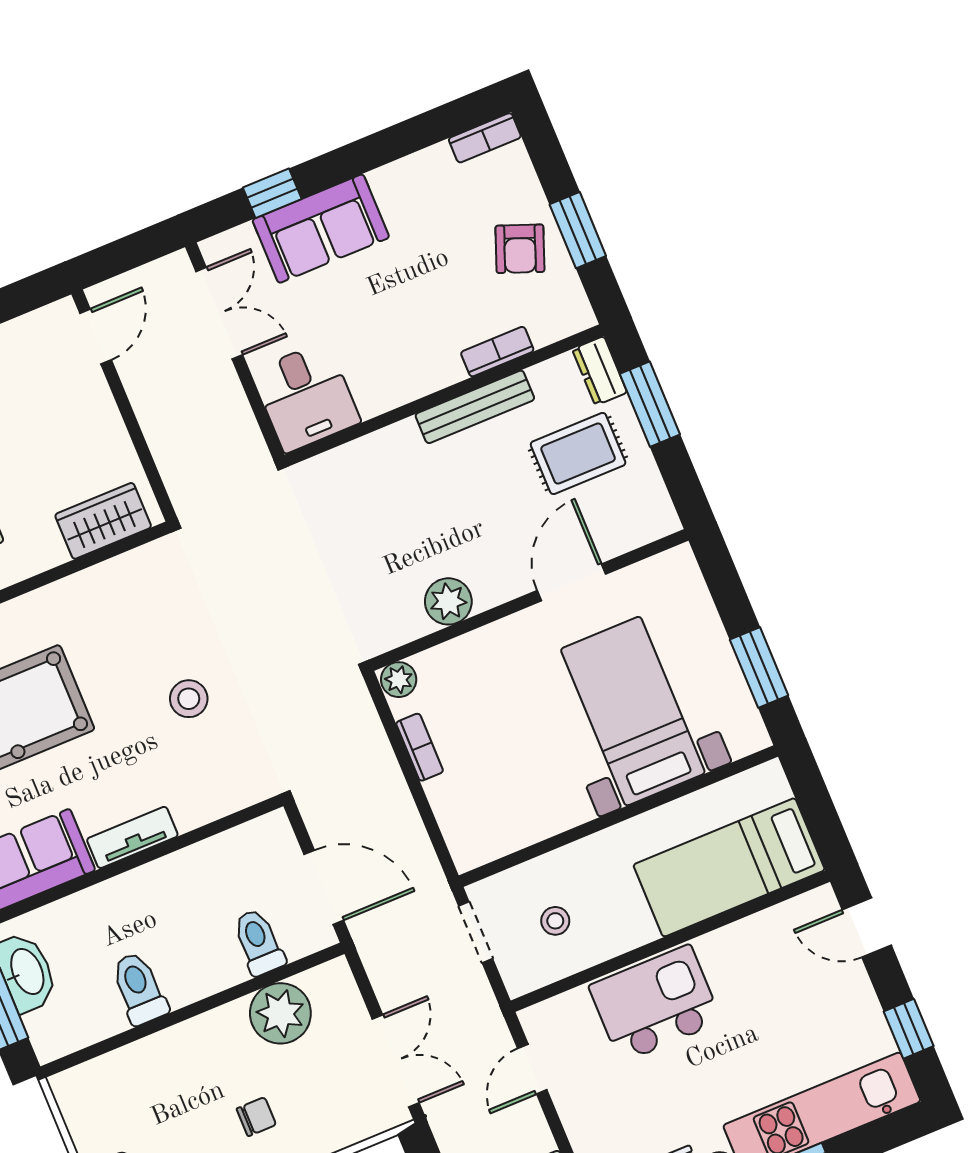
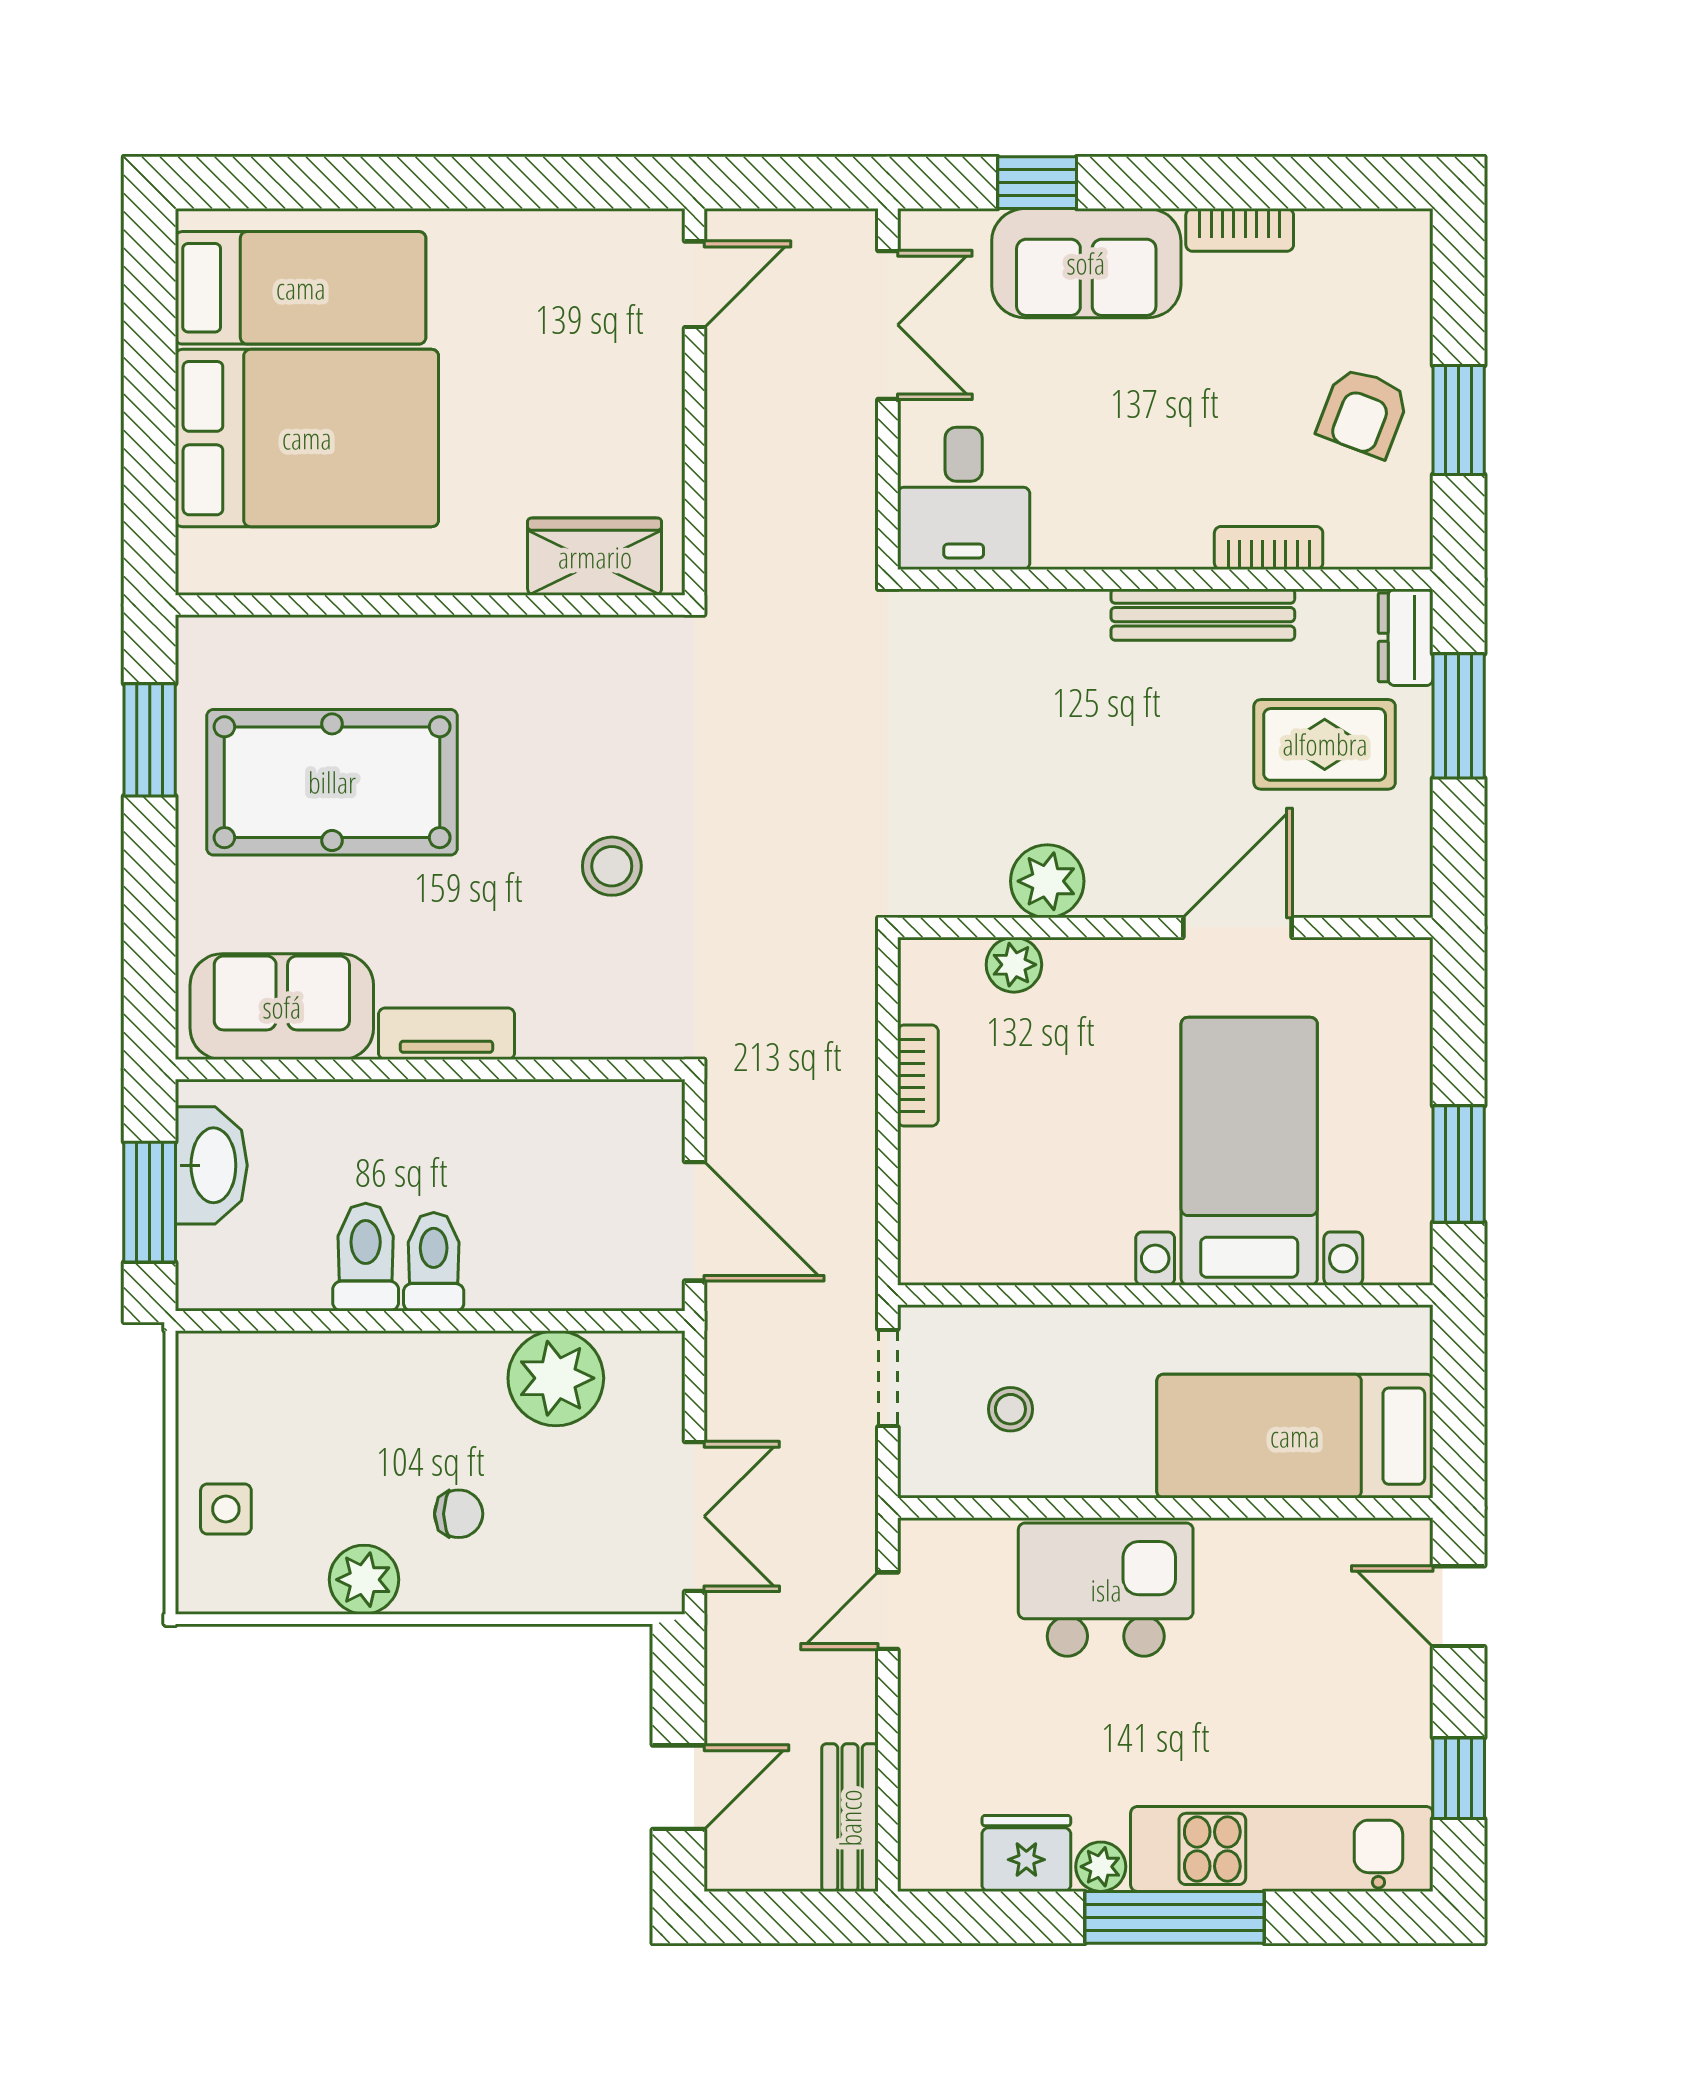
bookcase: (485, 138) -> (1240, 230), moved
plant: (399, 680) -> (1014, 965), moved
toilet: (259, 942) -> (434, 1262), moved

